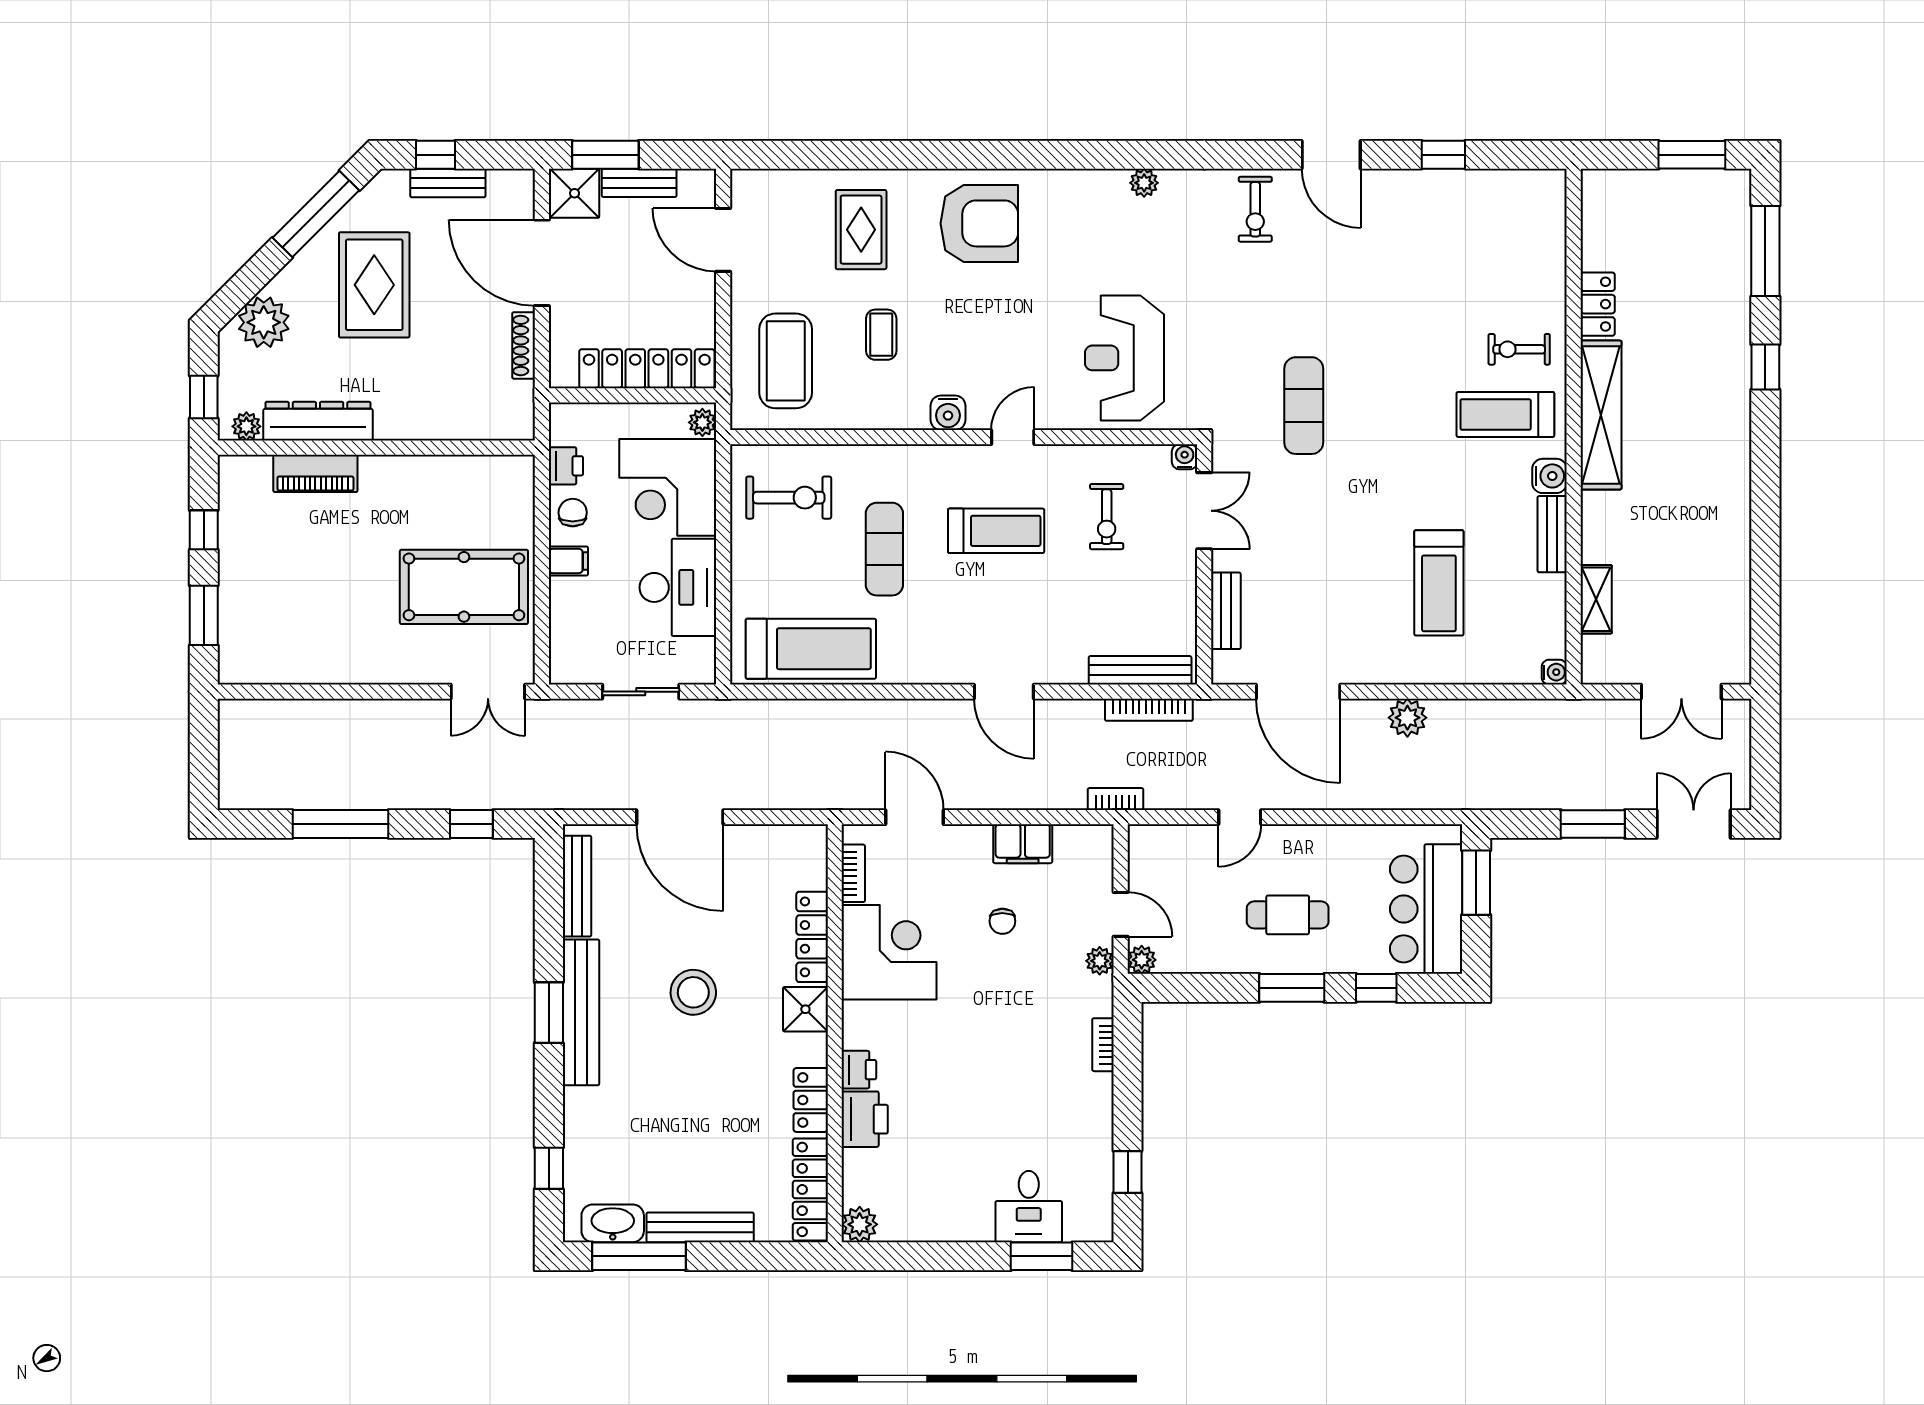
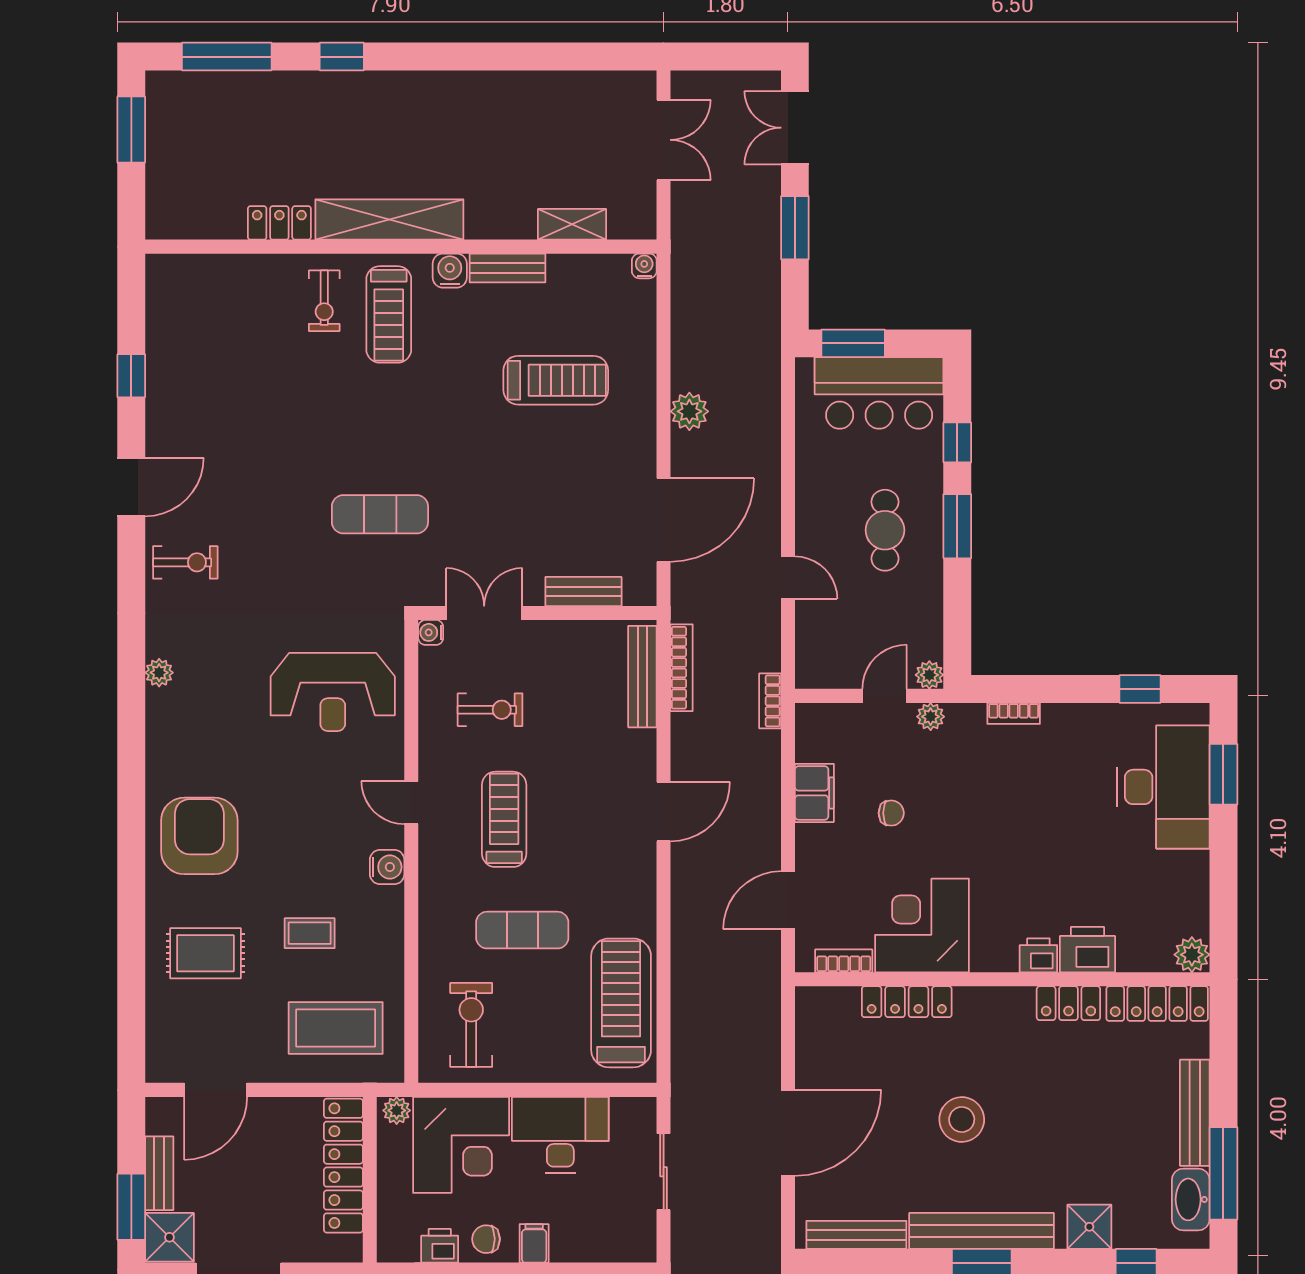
shower: (805, 1009) -> (1089, 1227), moved
desk: (1029, 1207) -> (1164, 787), width x1.87, depth x1.30

